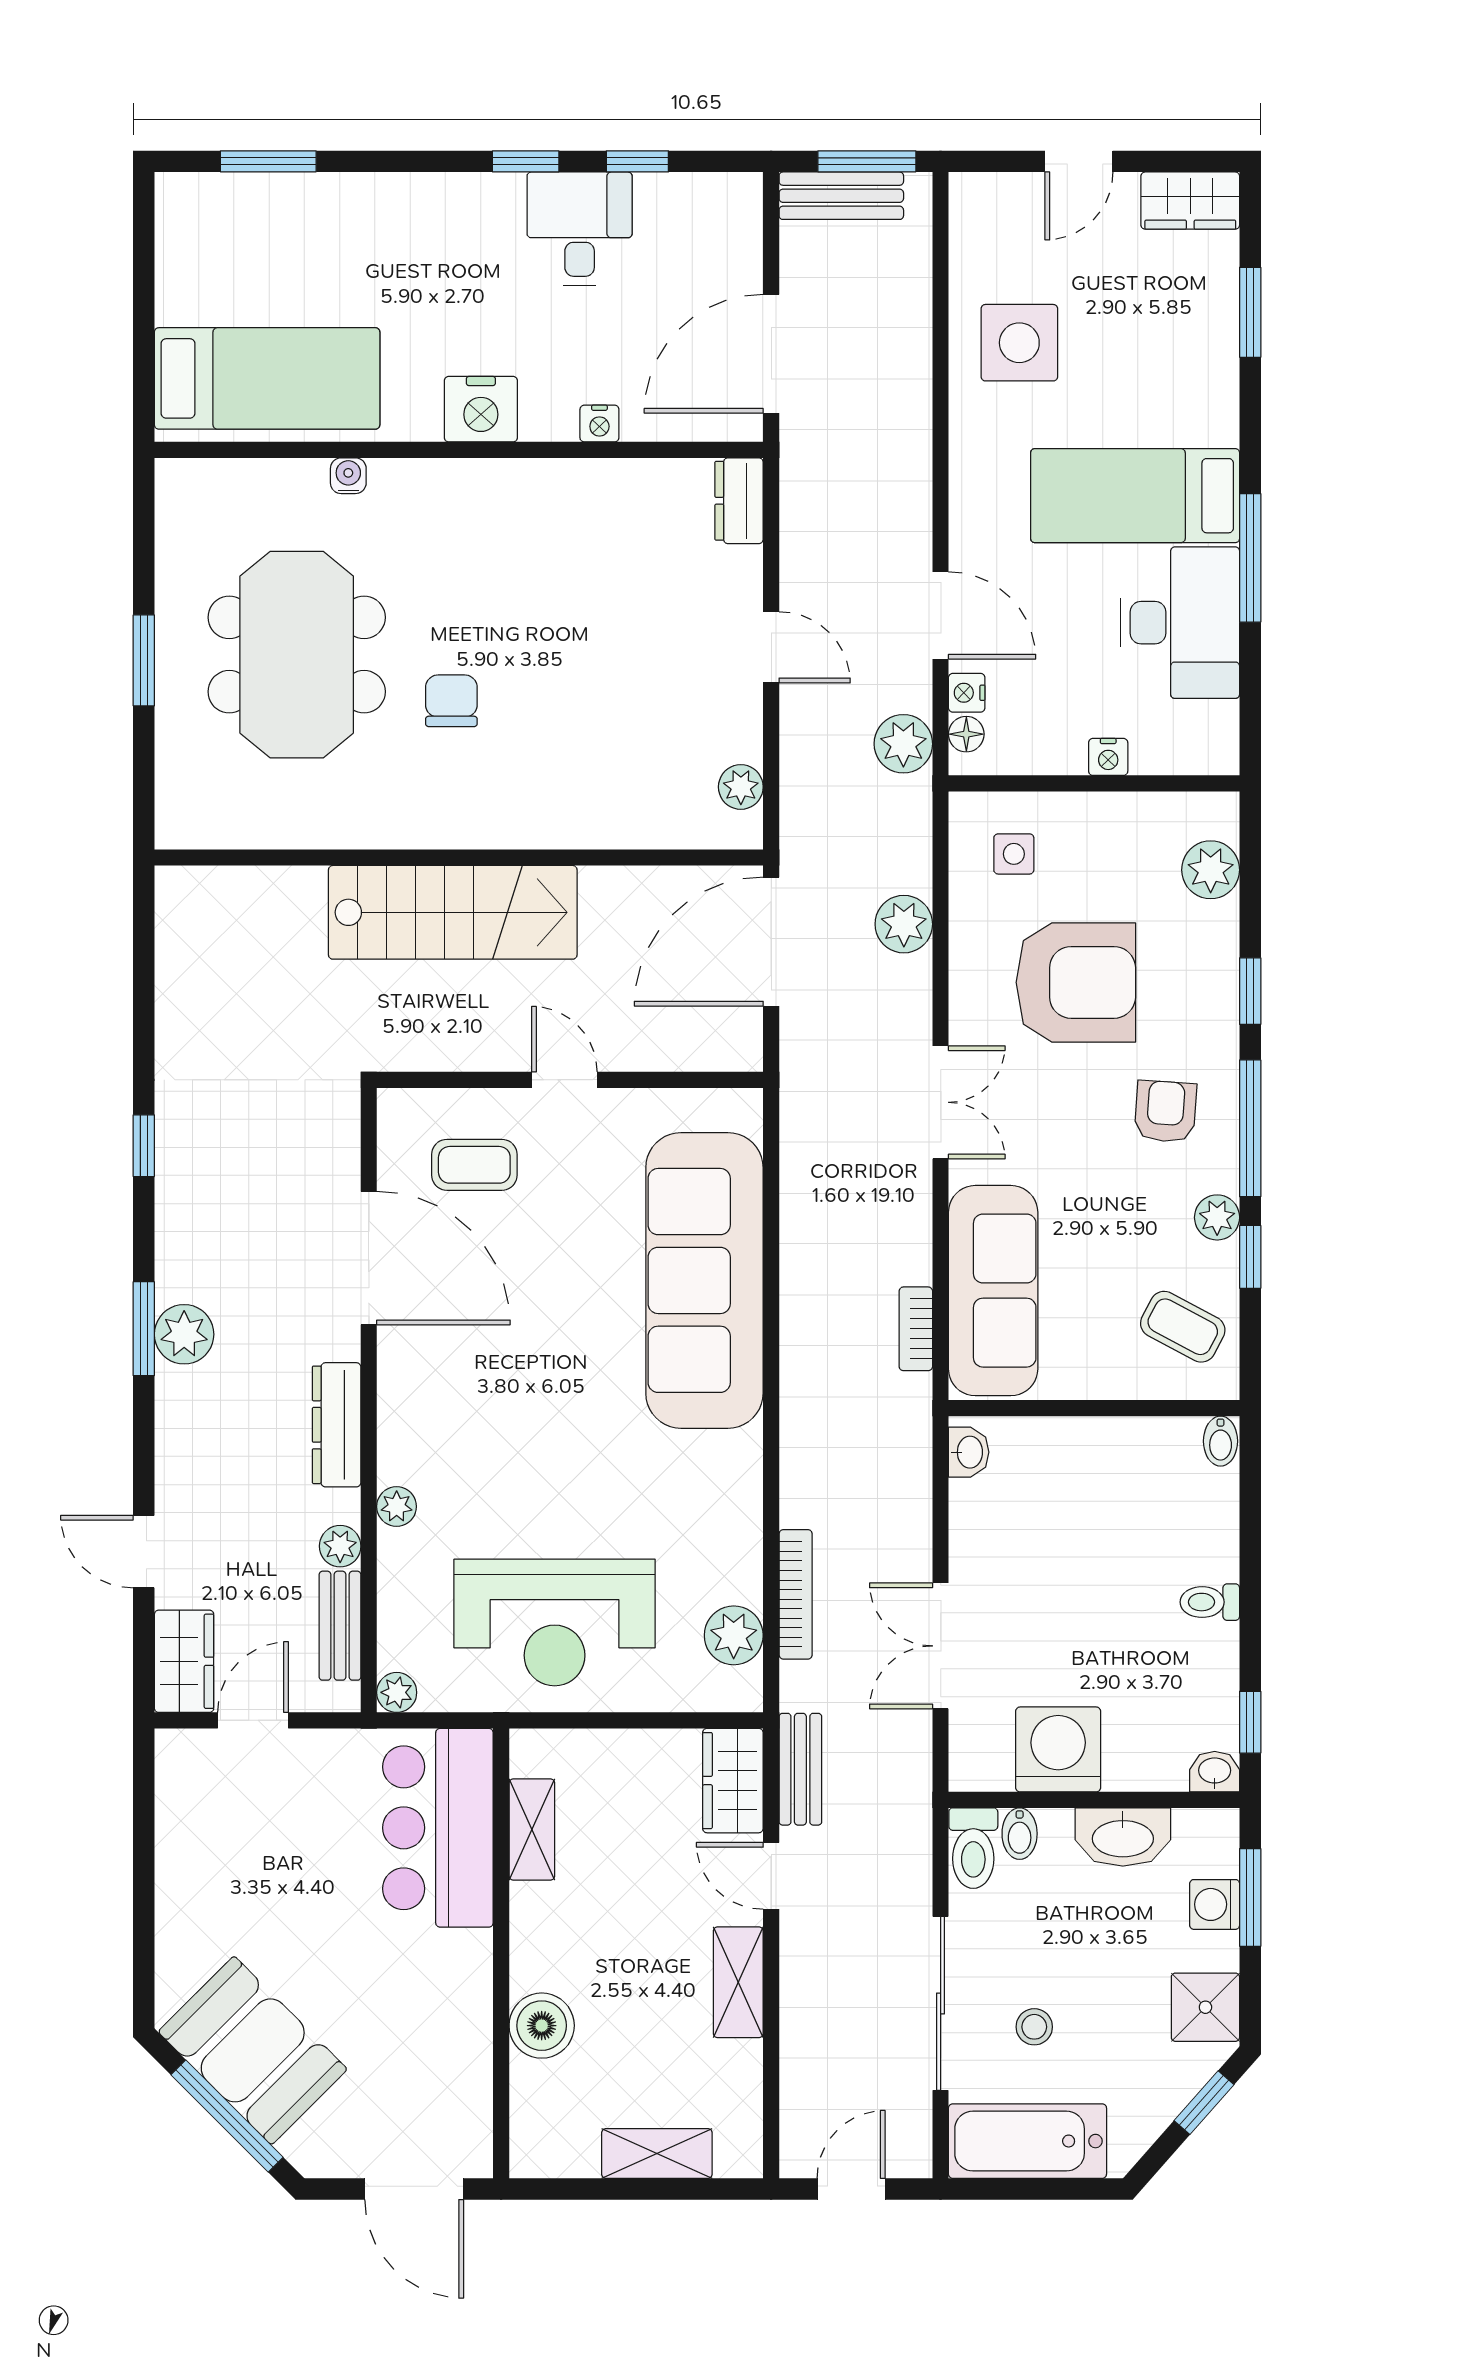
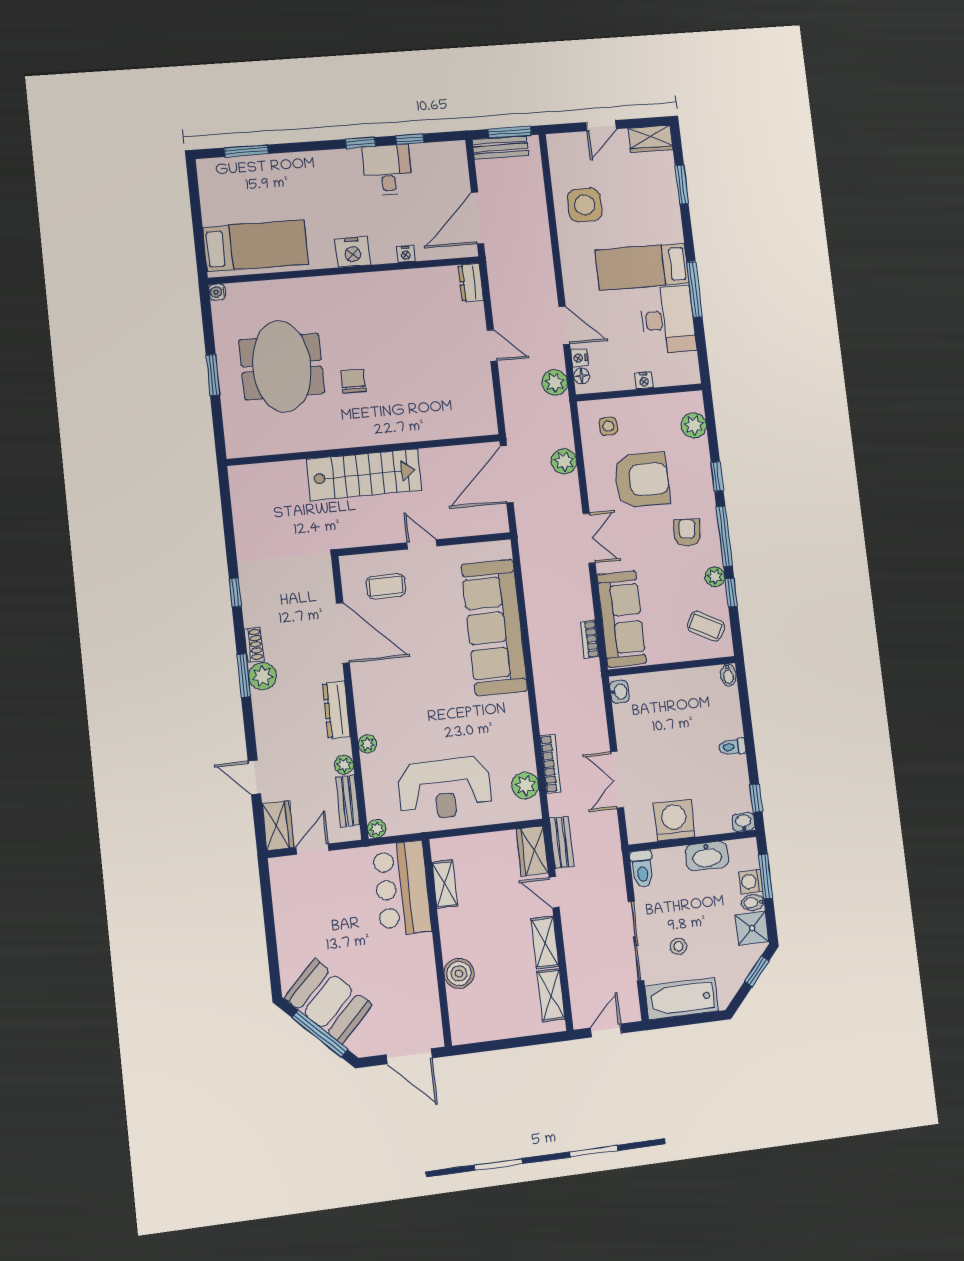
water cooler: (348, 476) -> (217, 292), moved, turned -90
plant: (741, 787) -> (486, 408), removed
shoe rack: (172, 1263) -> (254, 645), added
bidet: (1020, 1834) -> (753, 903), moved, turned 90
shelving: (657, 2153) -> (551, 995), moved, turned 90

